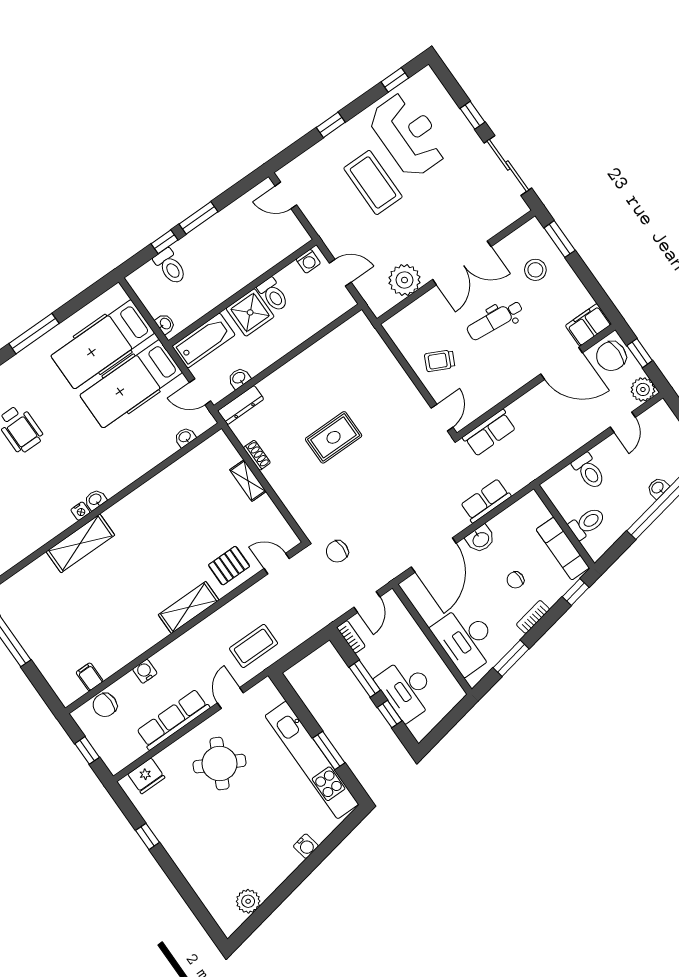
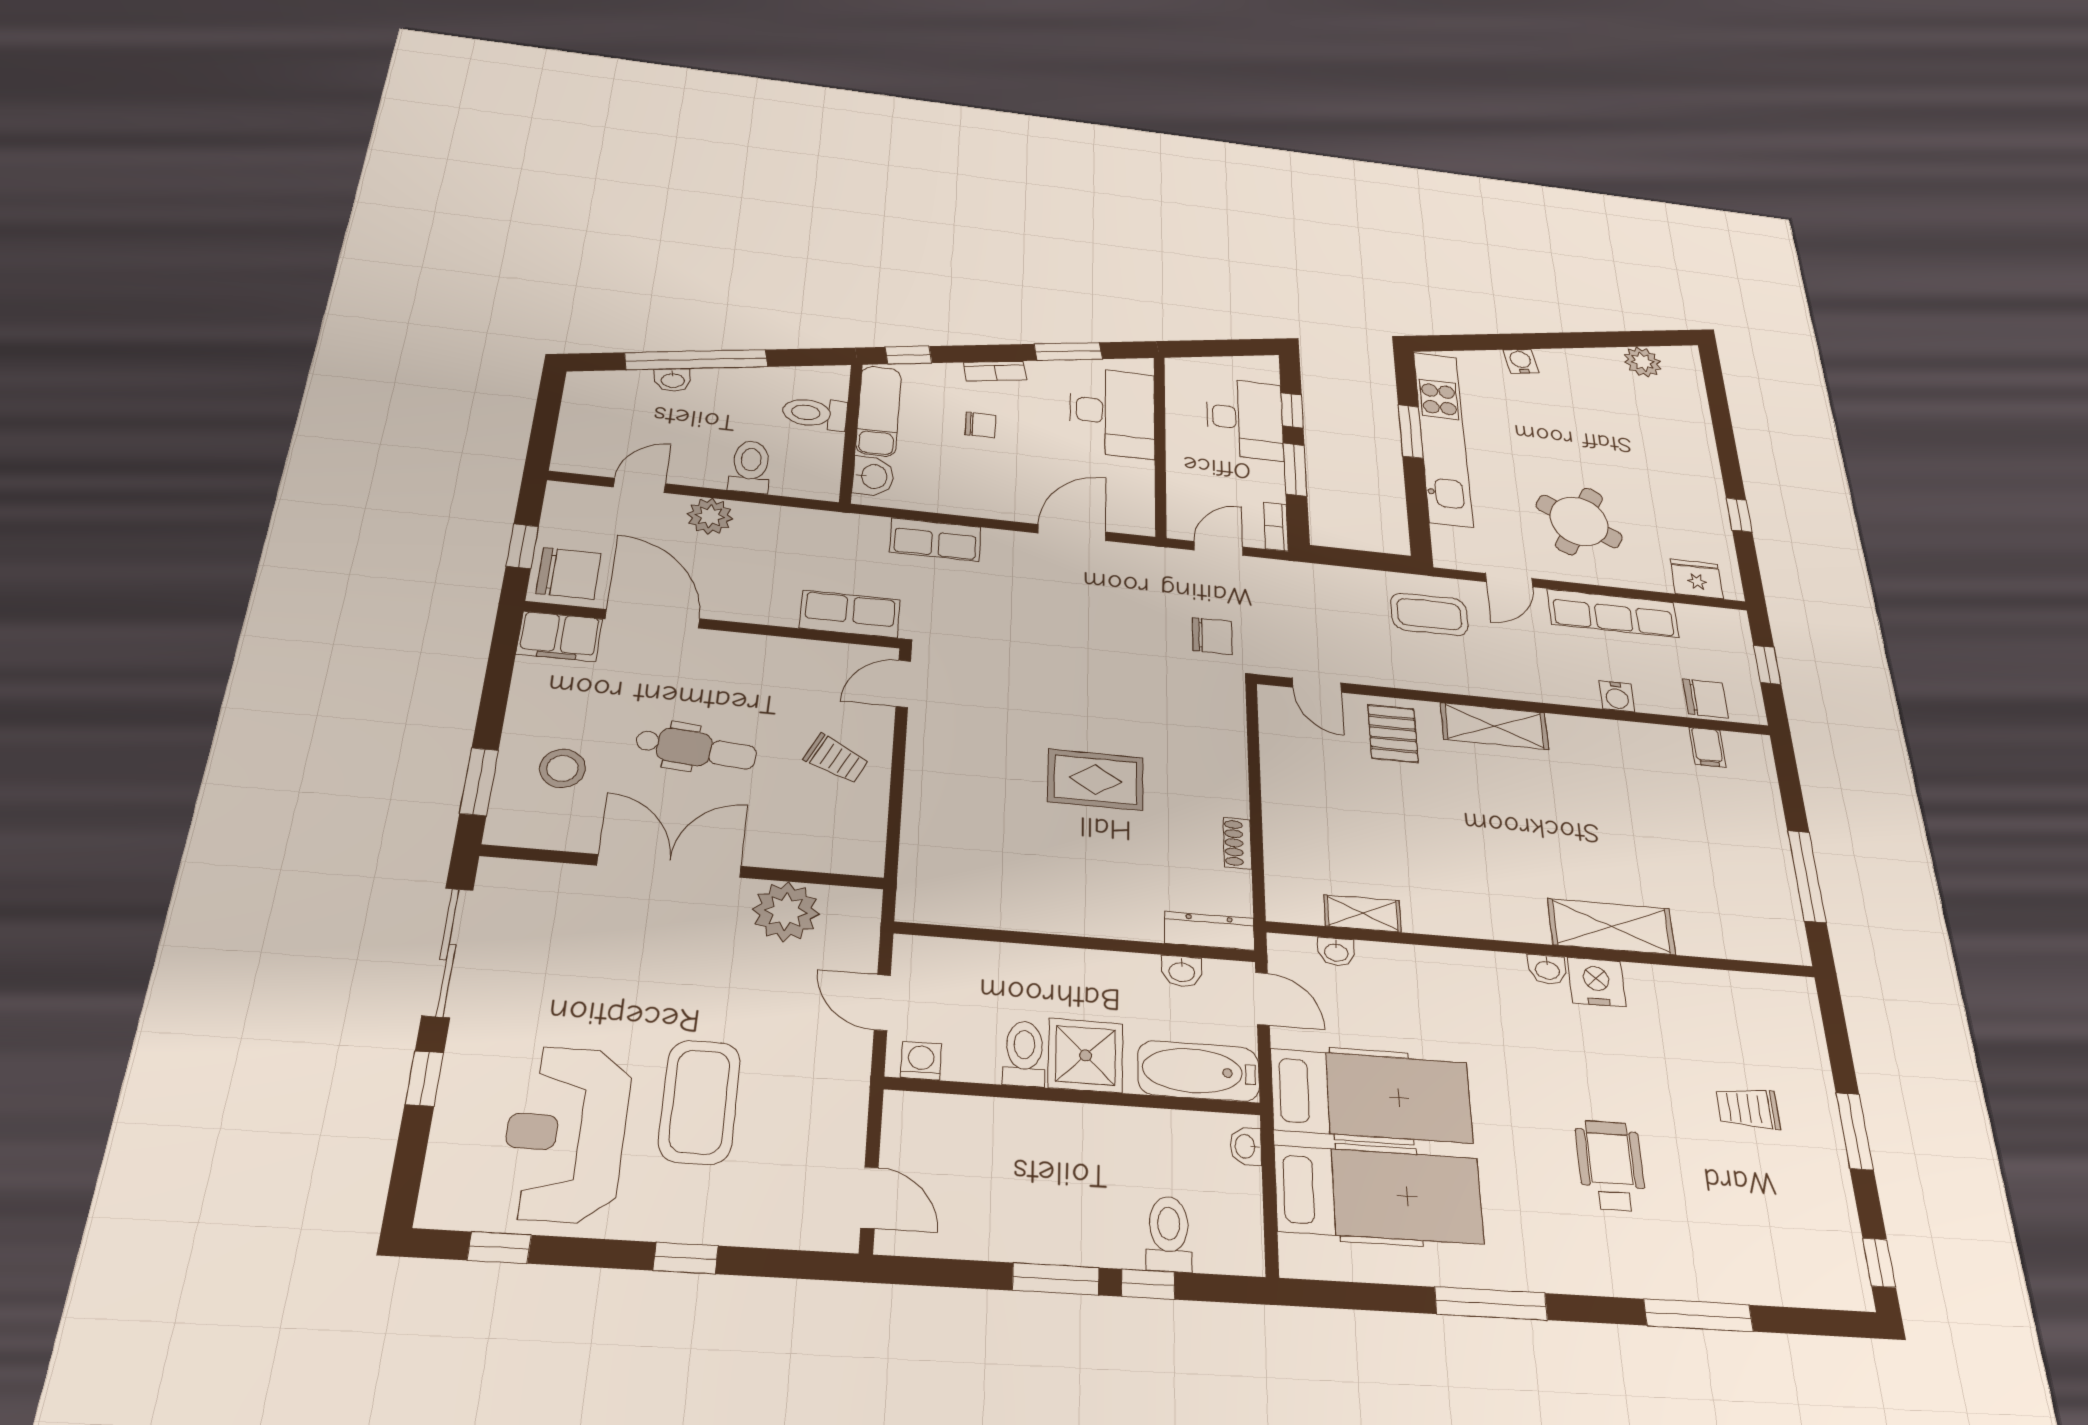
plant: (643, 389) -> (710, 516), moved
shelving: (248, 481) -> (1363, 913), moved, turned 90
nightstand: (80, 511) -> (1597, 982), width x1.89, depth x1.79
washbasin: (480, 539) -> (873, 476), moved, turned 90
door: (434, 555) -> (1072, 532), width x0.73
pallet: (229, 566) -> (1393, 734), turned 90

